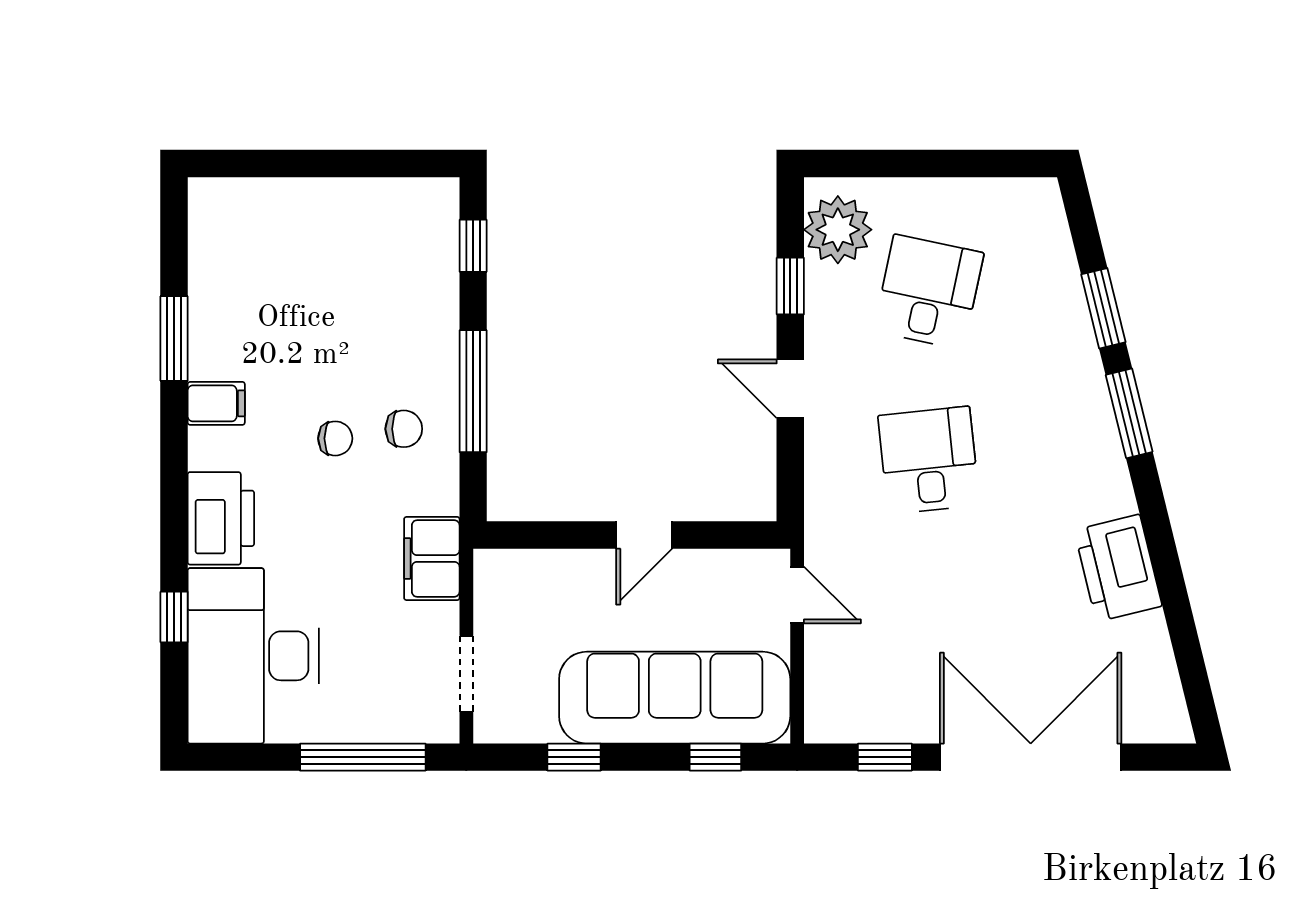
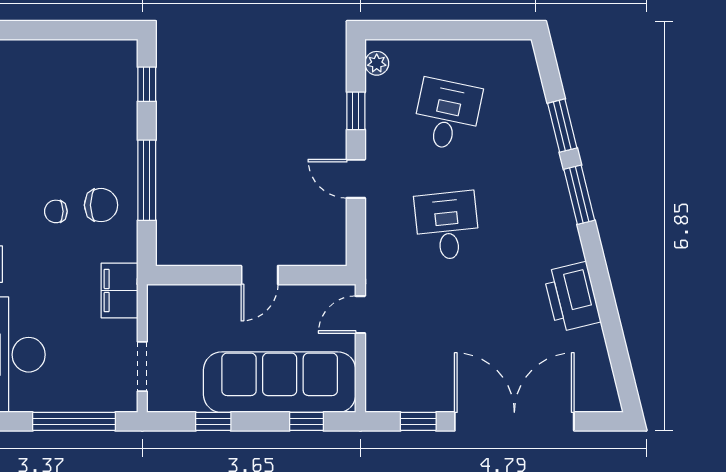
plant: (838, 230) -> (377, 63), width x0.53, depth x0.53
chair: (404, 429) -> (101, 205), width x1.37, depth x1.37
chair: (335, 438) -> (56, 211), turned 180
door: (797, 595) -> (360, 315), swing flipped

